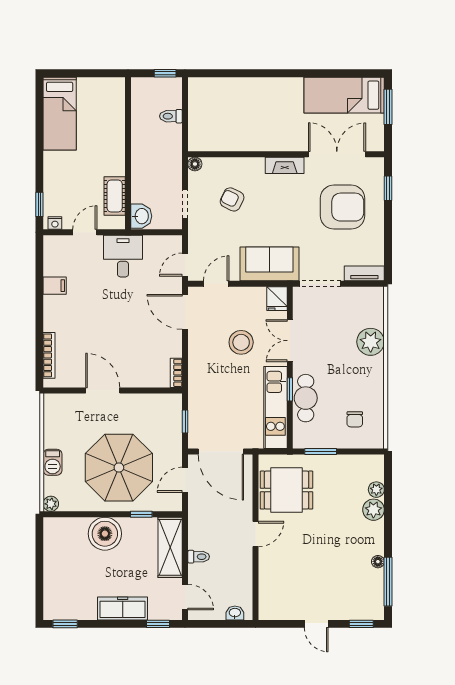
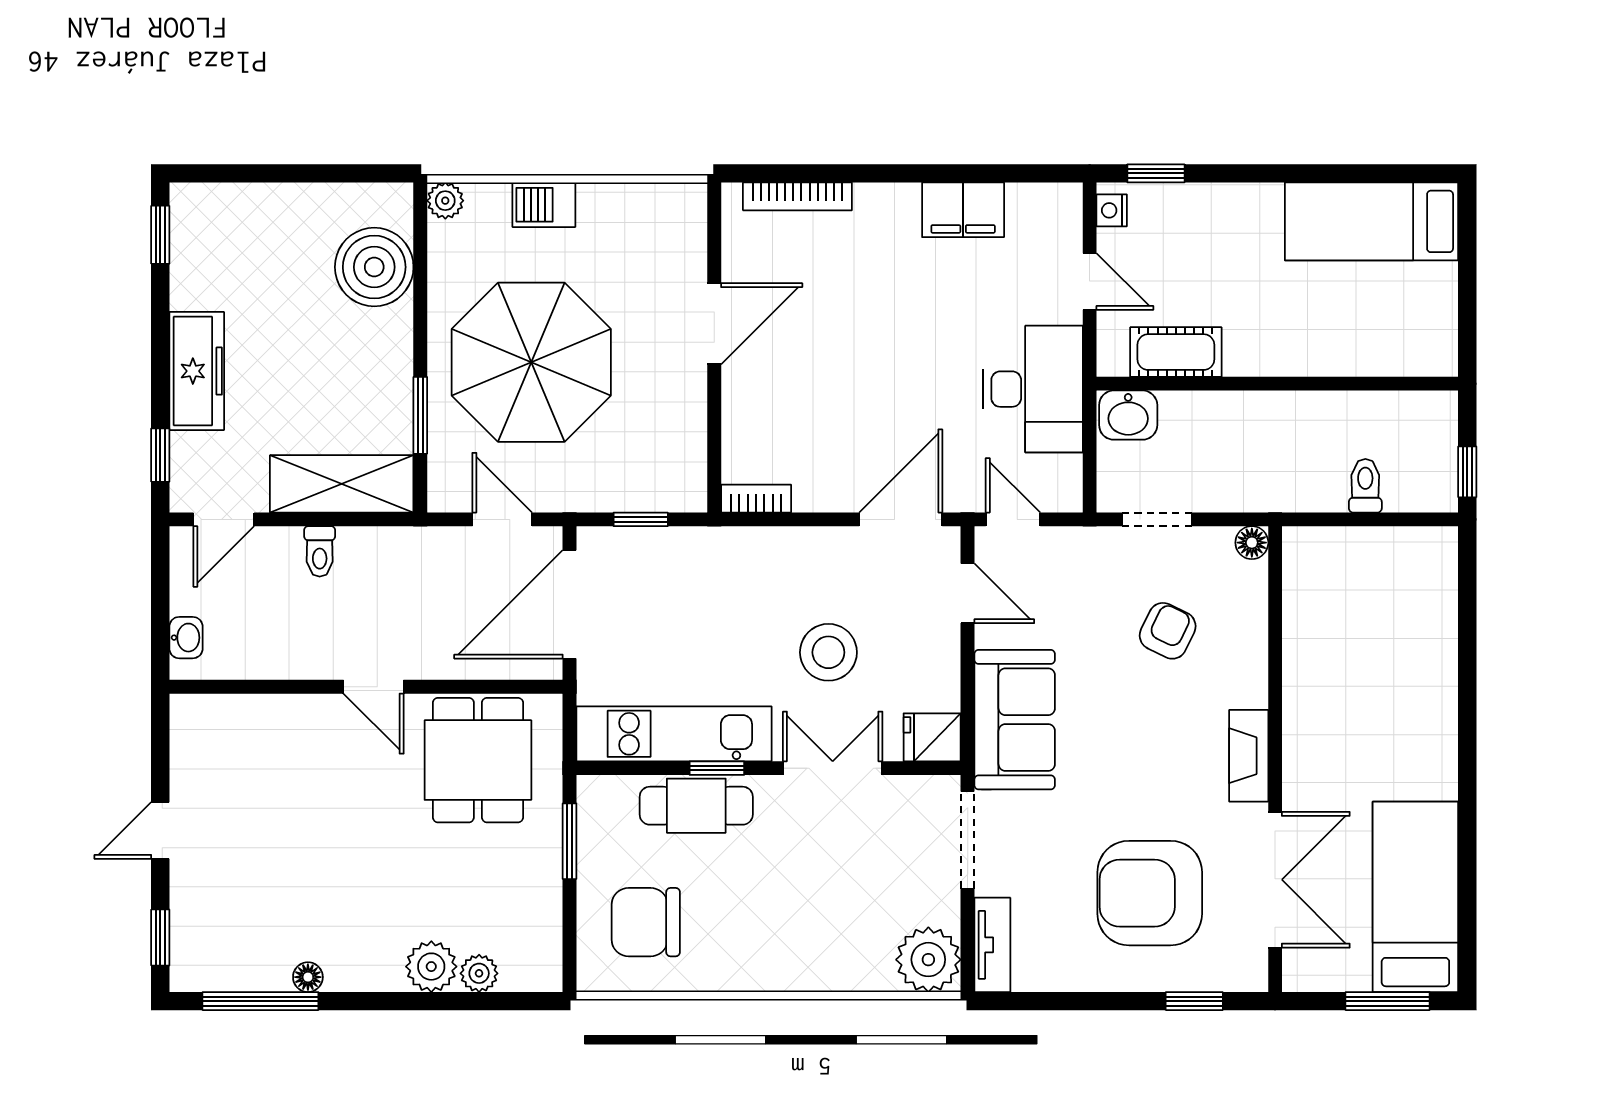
armchair: (343, 207) -> (1150, 893), turned 90
desk: (123, 256) -> (1033, 389), width x1.37
filing cabinet: (55, 286) -> (963, 210), width x2.00
plant: (371, 342) -> (928, 960), moved
chair: (355, 419) -> (646, 922), width x1.87, depth x1.87
window: (141, 514) -> (420, 415), width x1.50
boiler: (105, 534) -> (374, 267), moved

